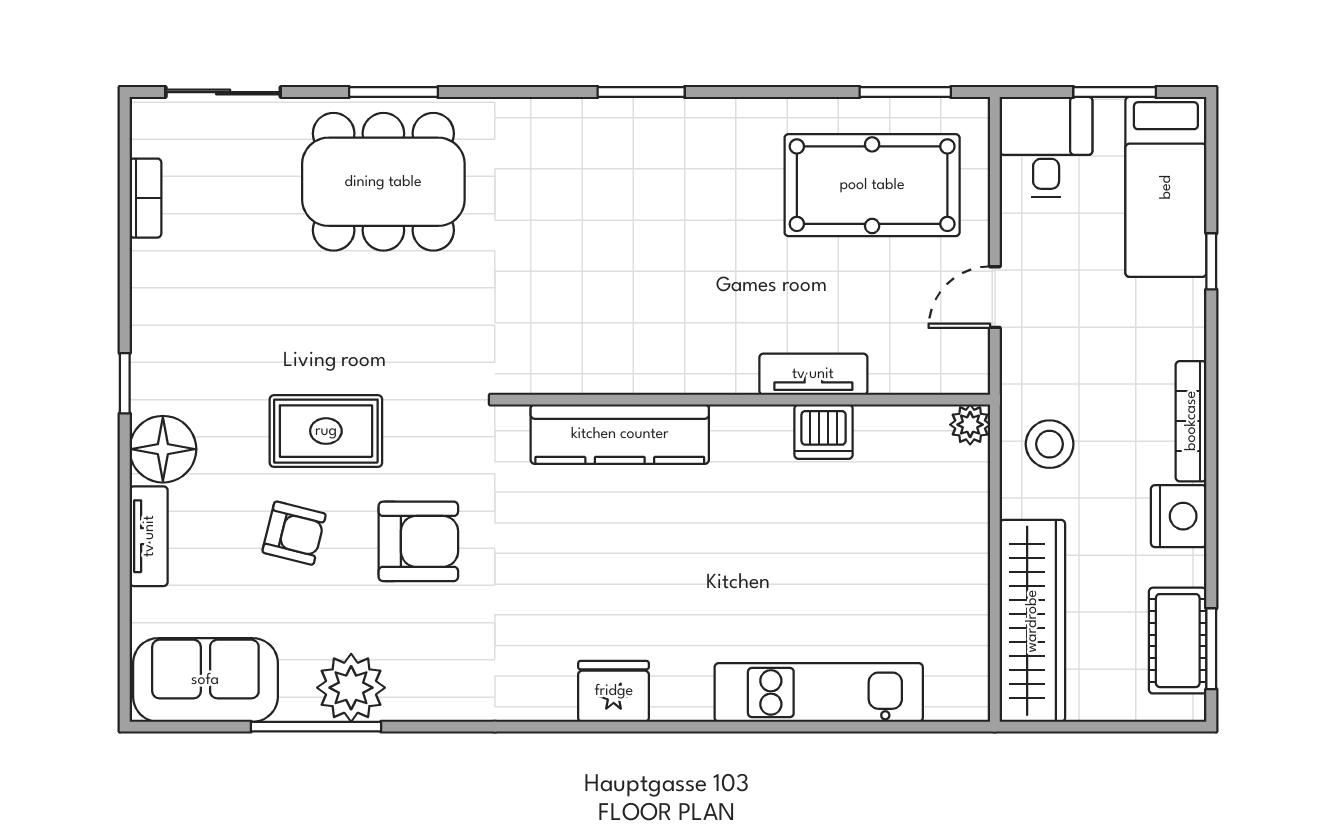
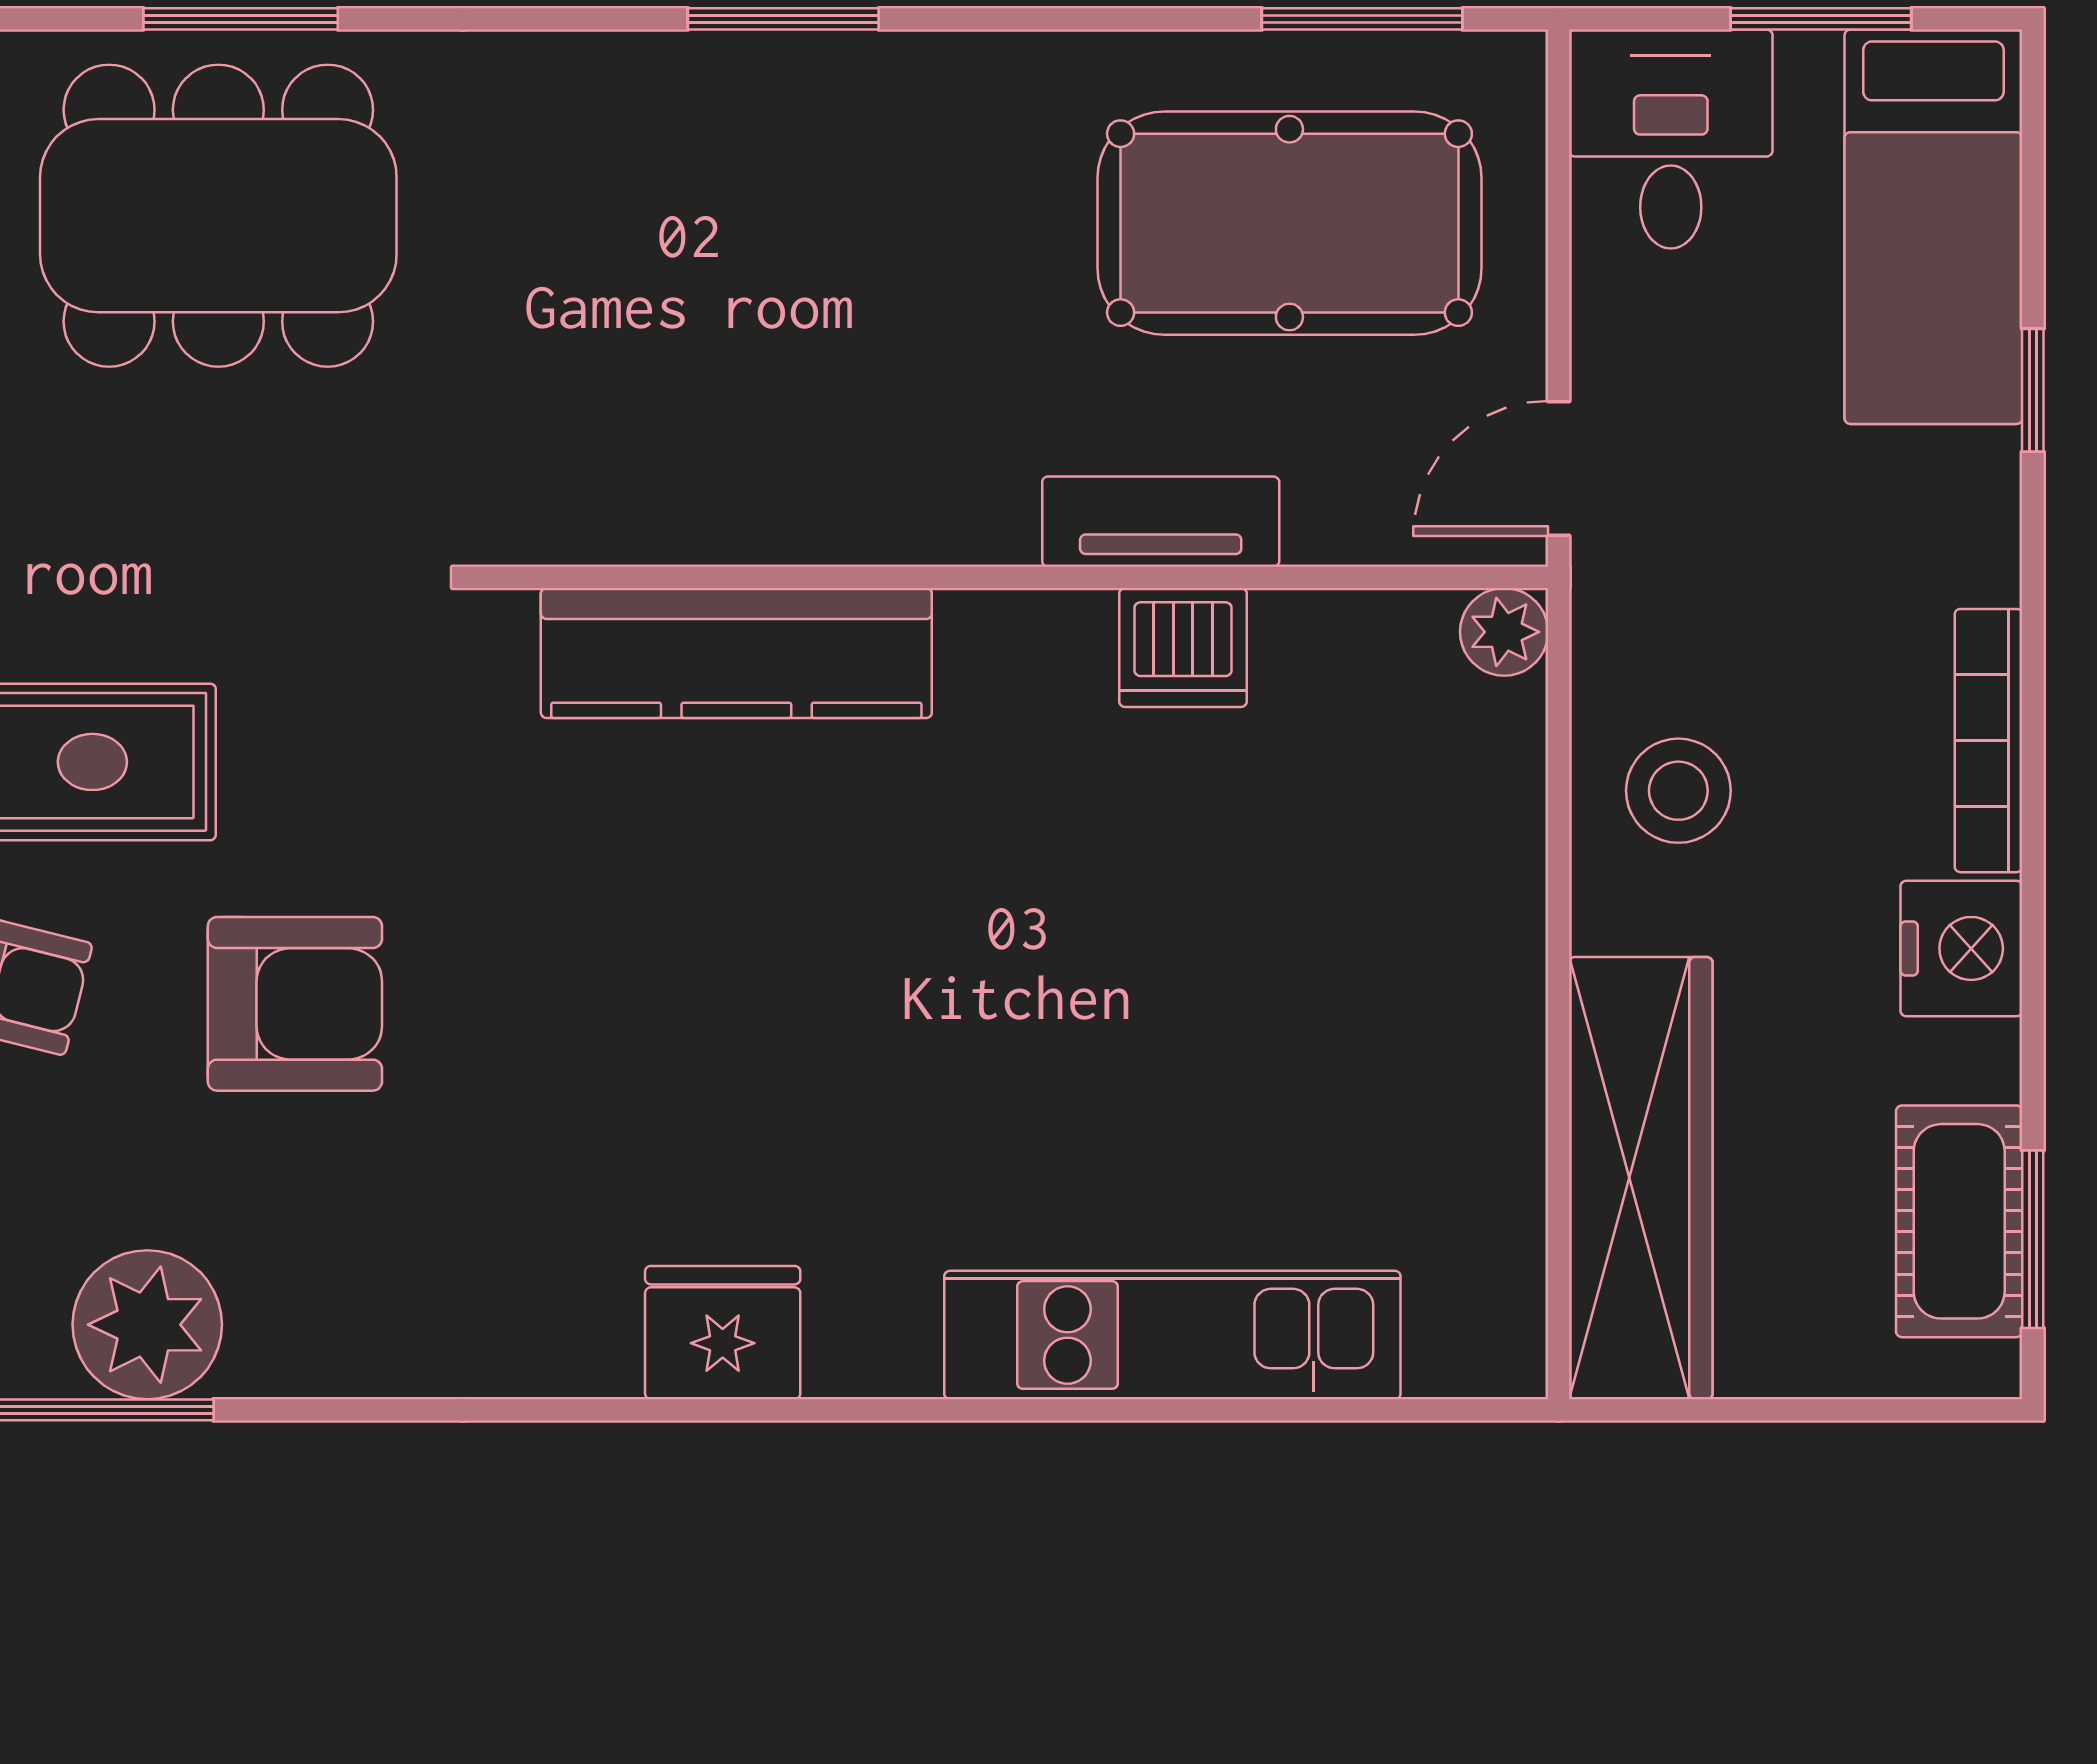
tv unit: (813, 374) -> (1161, 522), moved
wall: (745, 400) -> (1011, 577), moved
plant: (970, 425) -> (1504, 632), moved
dishwasher: (824, 432) -> (1183, 647), moved
kitchen counter: (620, 434) -> (736, 653), moved

